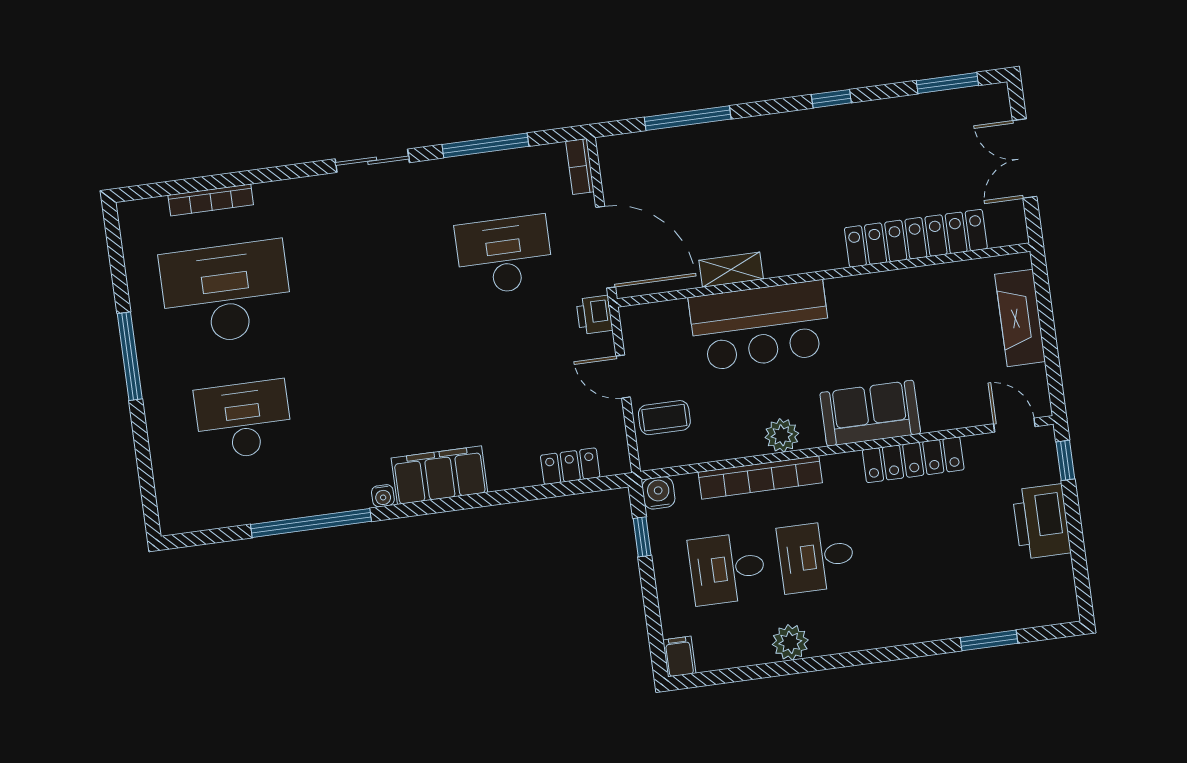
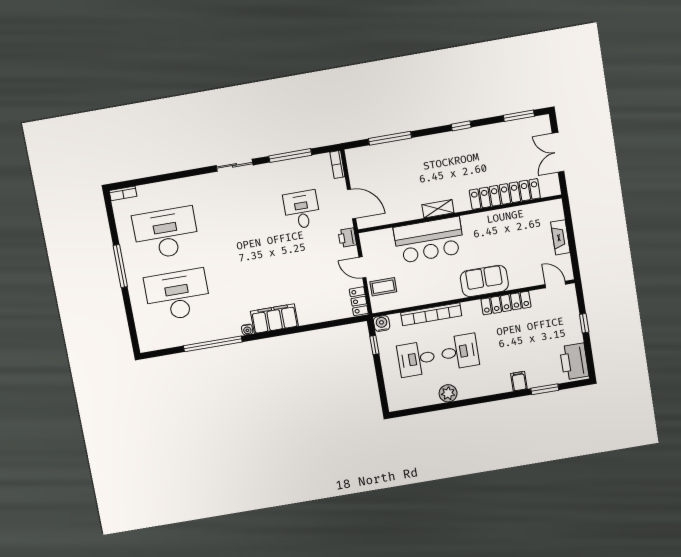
bookcase: (211, 200) -> (123, 193), moved, width x0.64
door: (606, 247) -> (352, 204), width x0.73
desk: (504, 255) -> (302, 210), width x0.73
shelving: (731, 270) -> (438, 209), moved
fireplace: (1020, 318) -> (560, 237), width x0.73, depth x0.76
desk: (243, 420) -> (177, 295), width x1.36, depth x1.30
plant: (782, 435) -> (441, 293), removed
window: (1065, 460) -> (584, 323), moved
locker: (570, 466) -> (359, 301), moved, turned -90
printer: (1042, 522) -> (574, 361), moved
desk: (816, 557) -> (460, 352), turned 180
filing cabinet: (679, 657) -> (519, 381), moved

